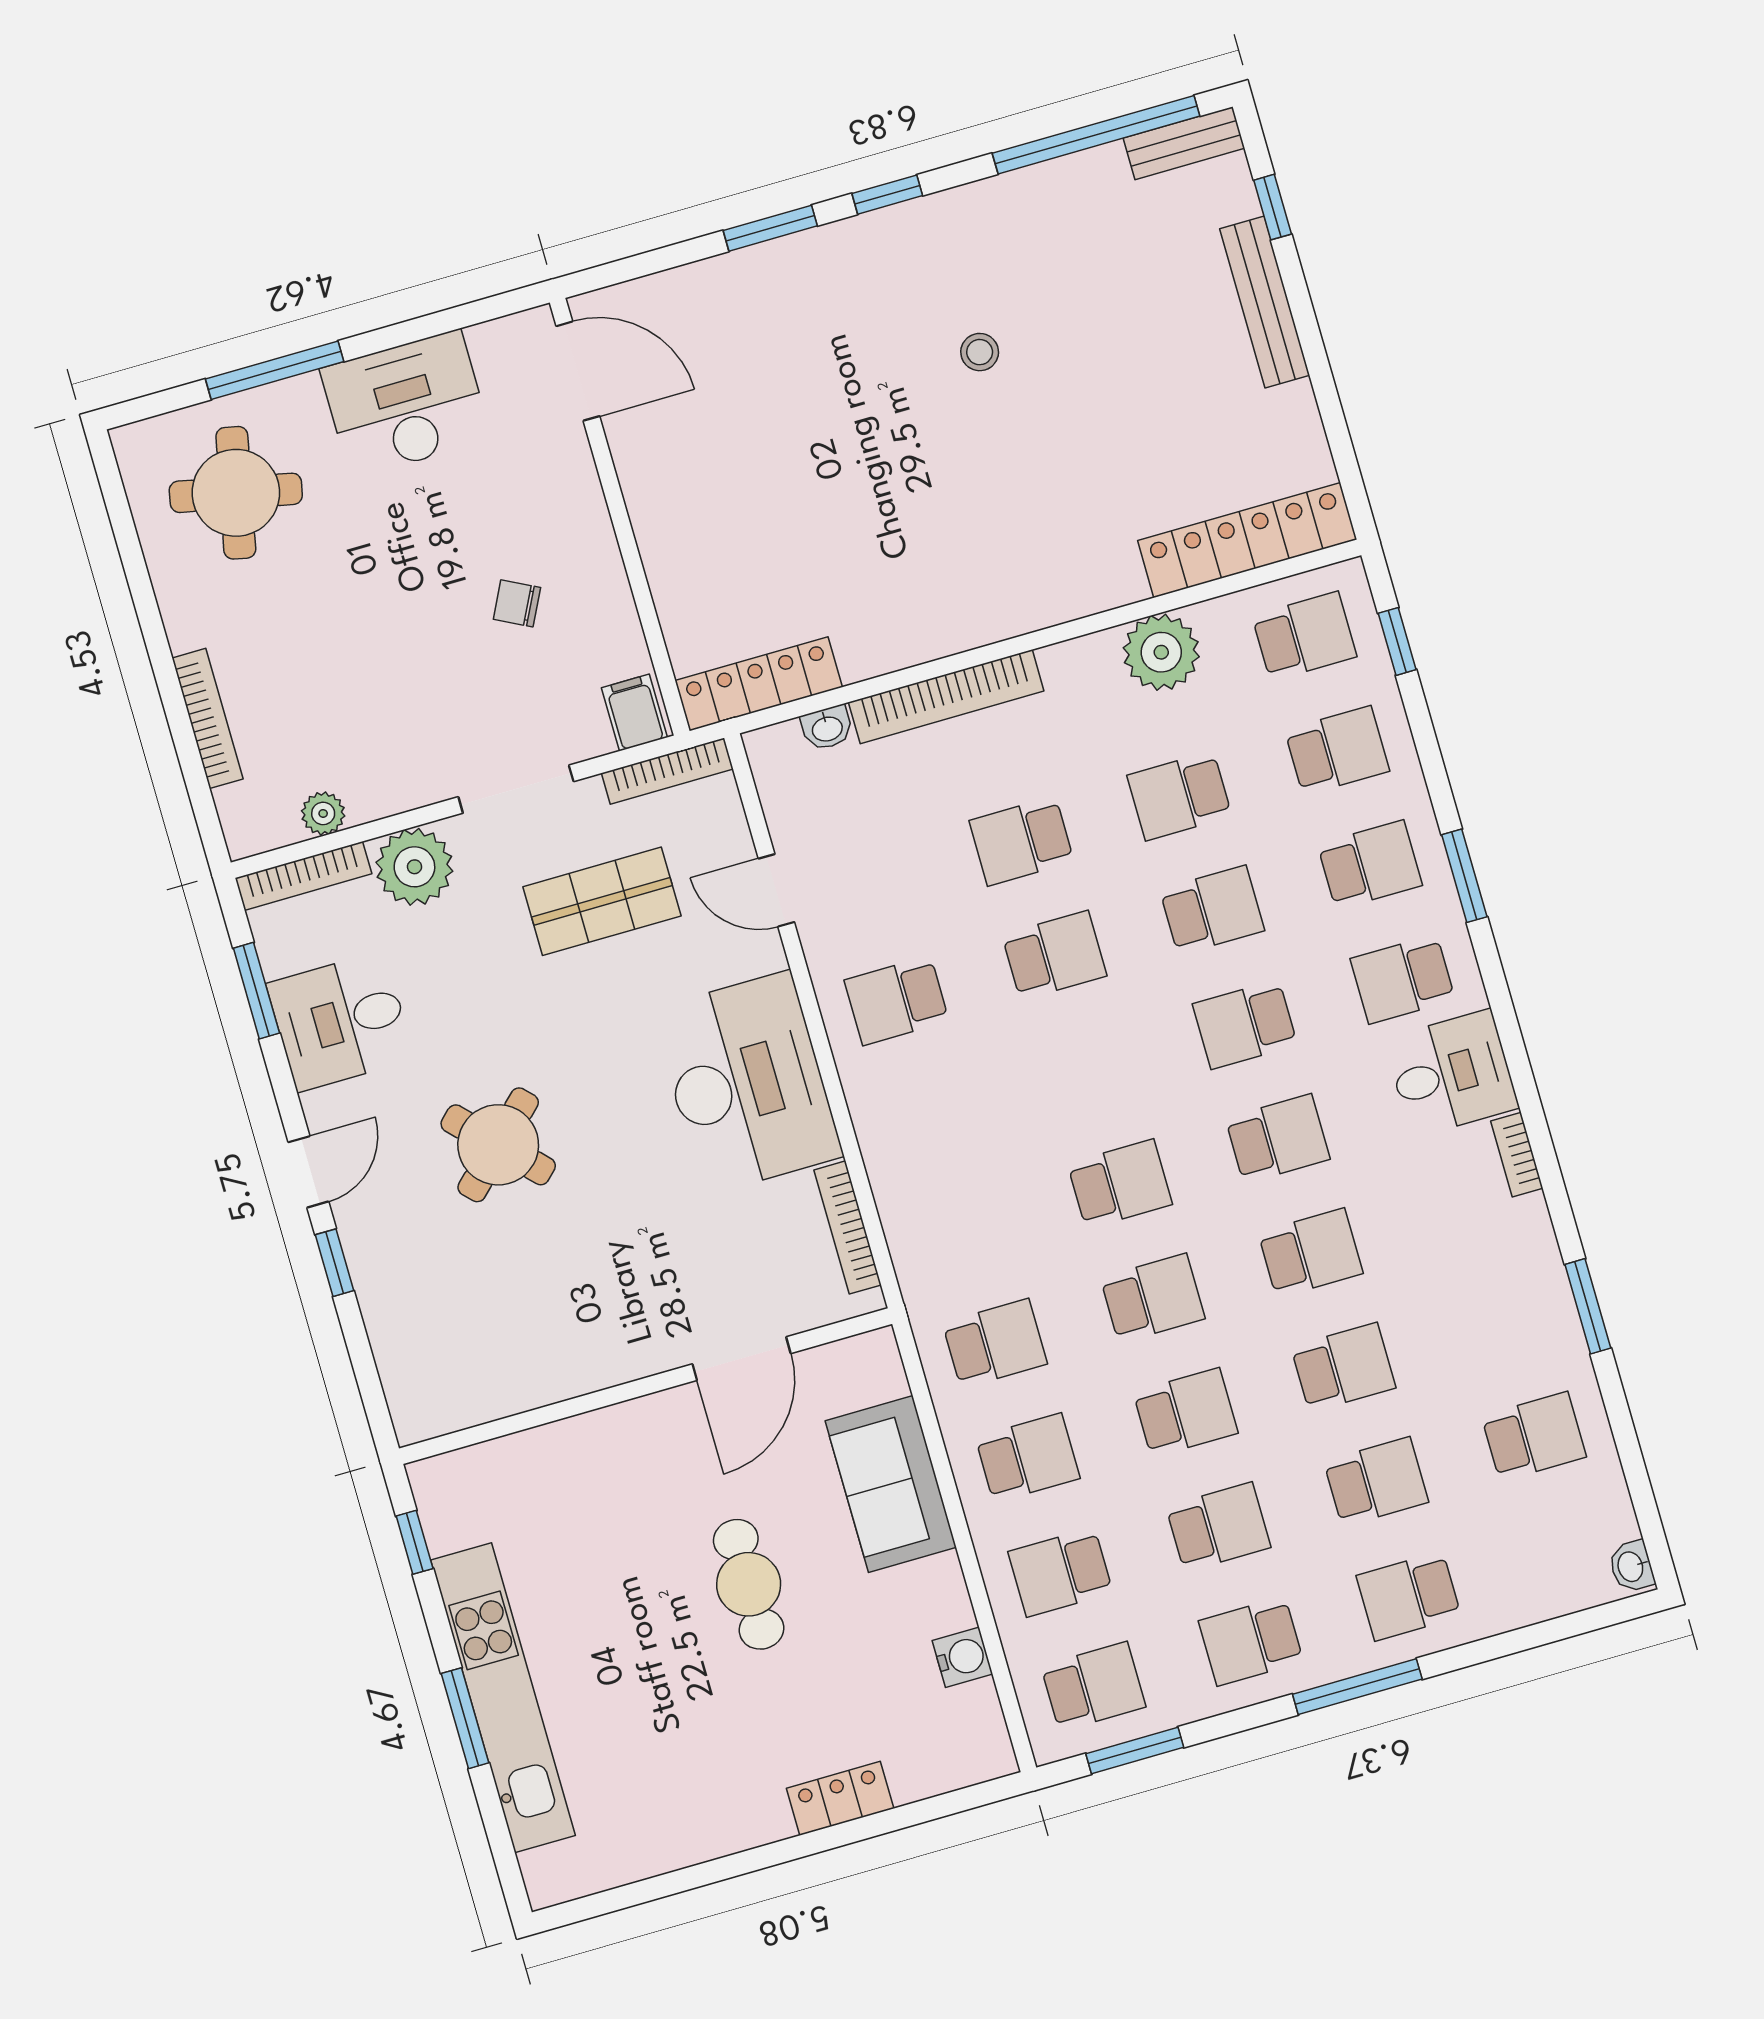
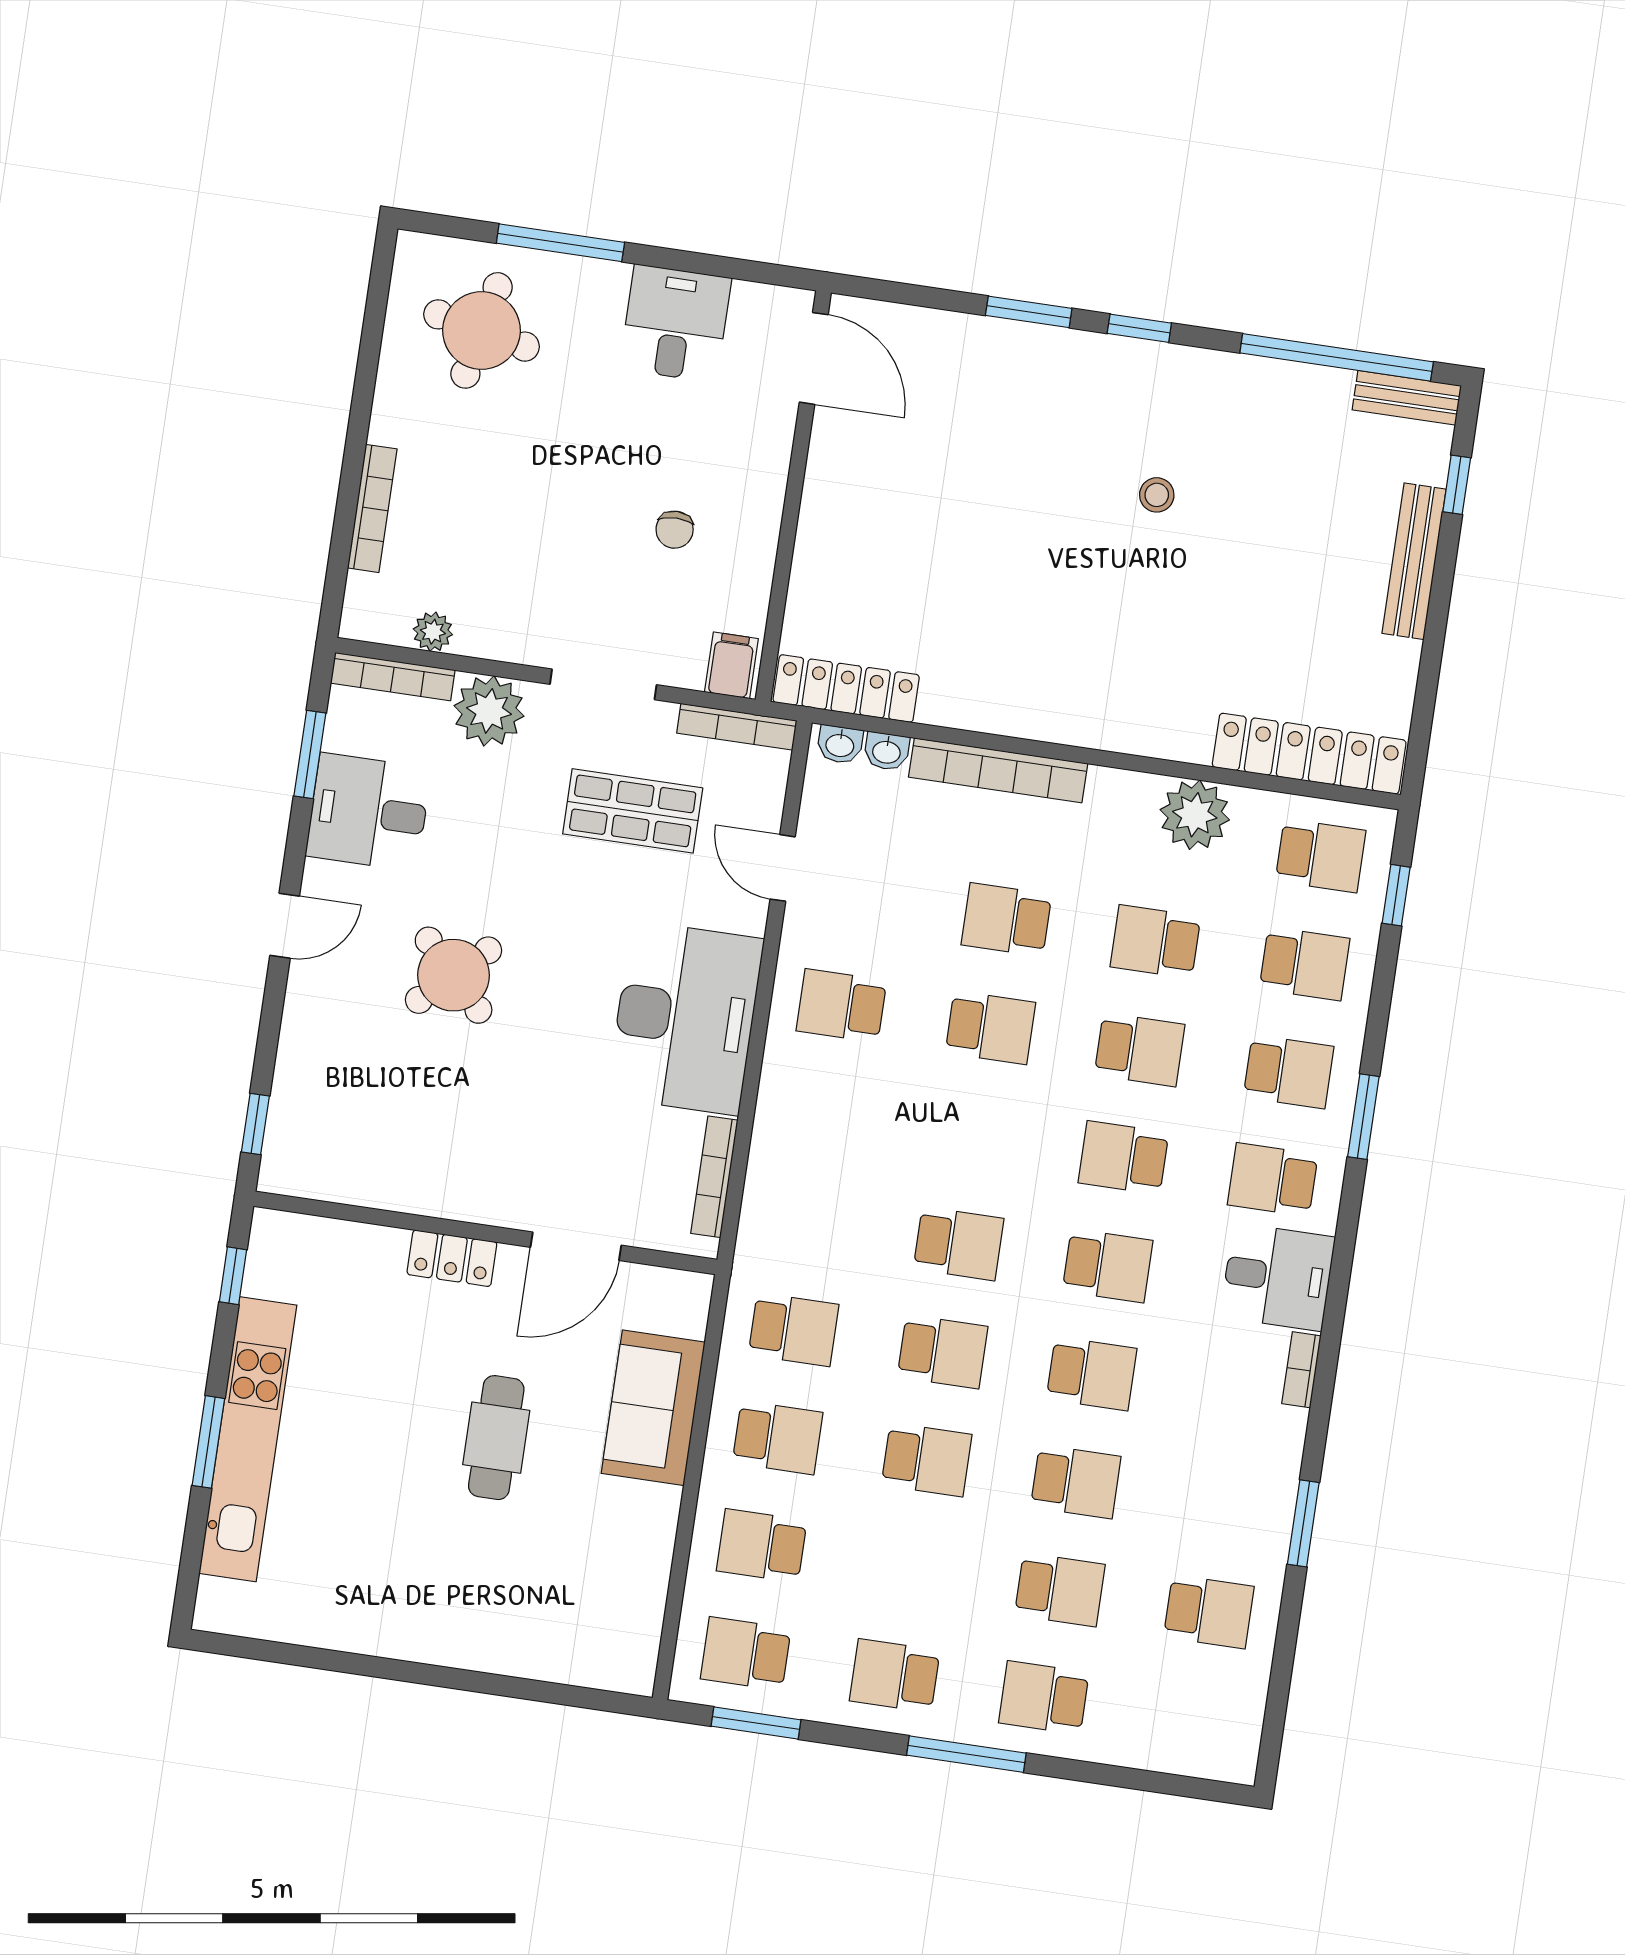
desk: (406, 404) -> (675, 323), width x0.73
chair: (517, 603) -> (675, 530), turned -117
window: (334, 1263) -> (255, 1124), moved
school desk: (1218, 1527) -> (911, 1568), removed
washbasin: (1631, 1566) -> (840, 745), moved, turned -90
water cooler: (962, 1657) -> (647, 1580), removed
school desk: (1093, 1686) -> (746, 1654), turned 180
locker: (840, 1798) -> (452, 1258), moved, turned 180

